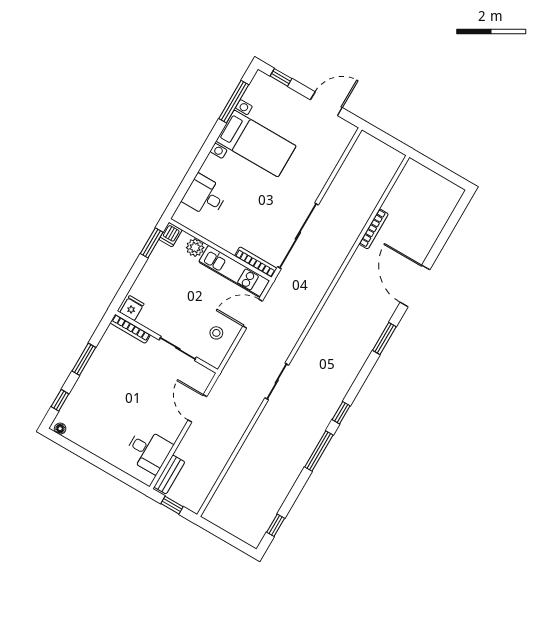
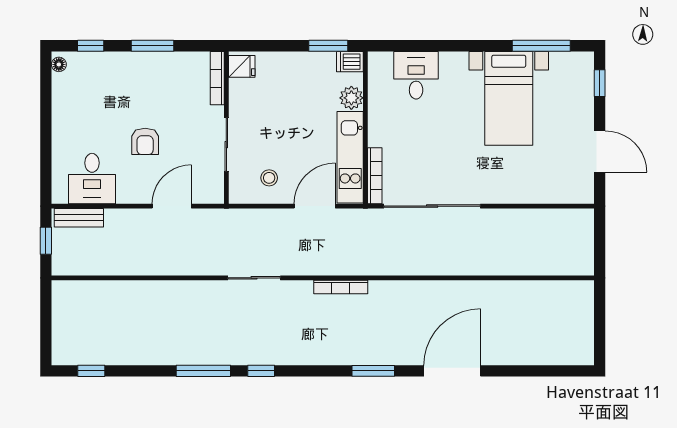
bookcase: (374, 229) -> (341, 287), moved
door: (253, 314) -> (315, 206), hinge flipped
armchair: (144, 401) -> (145, 141), added

